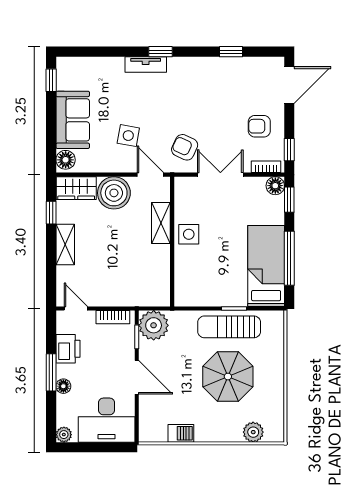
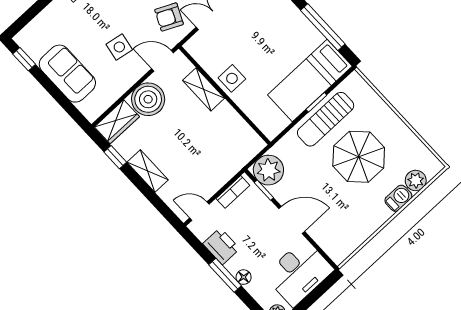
floor lamp: (66, 160) -> (90, 108), removed
bed: (266, 266) -> (310, 81), moved, turned -90
barbecue: (181, 433) -> (398, 198), moved

